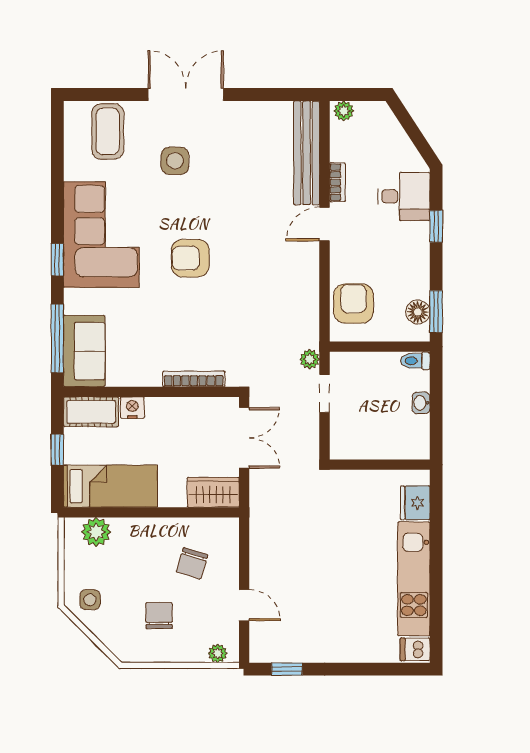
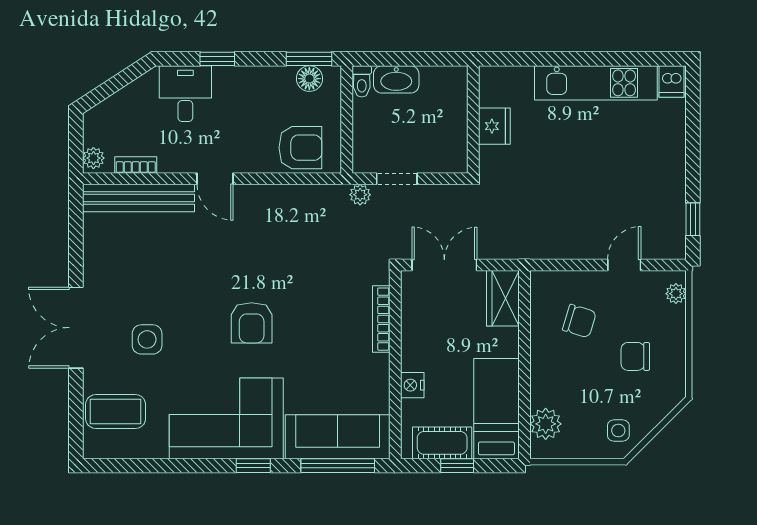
bookcase: (337, 182) -> (136, 165), moved
armchair: (353, 304) -> (300, 148), turned 180
sofa: (84, 351) -> (338, 437), width x1.36
washbasin: (421, 403) -> (396, 79), width x1.91, depth x1.45
cot: (91, 412) -> (442, 443), moved, turned 90
fridge: (415, 503) -> (494, 126), moved, turned -90

